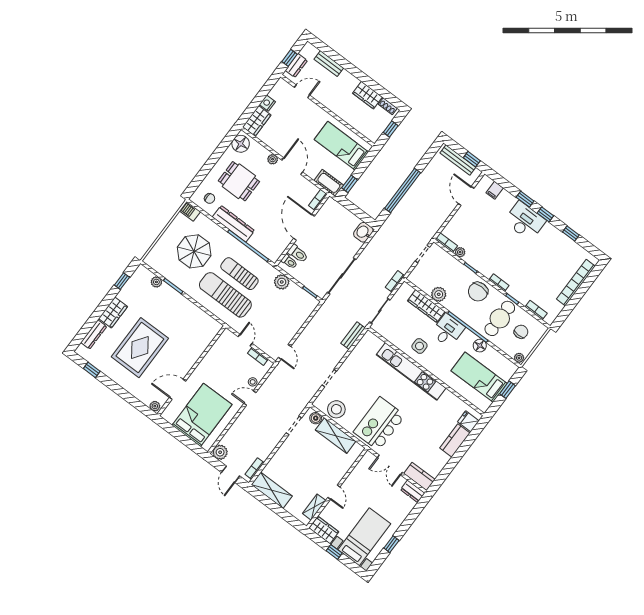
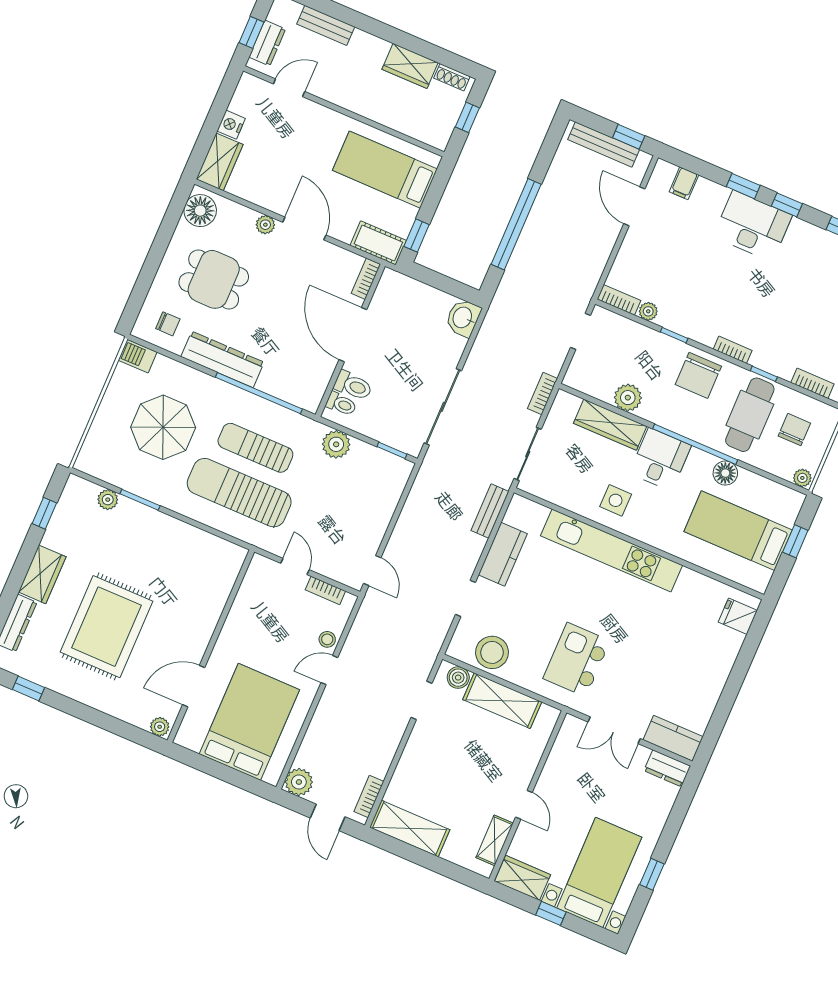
kitchen island: (379, 424) -> (577, 660), width x0.73, depth x0.78
kitchen counter: (455, 441) -> (503, 554), moved, turned 180

